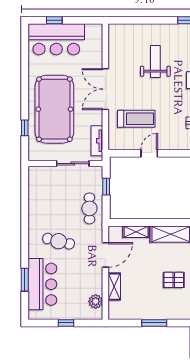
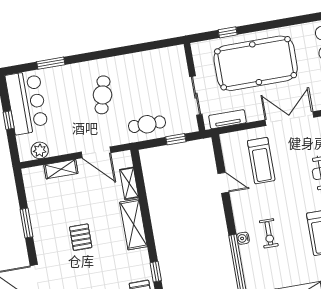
bar counter: (42, 284) -> (27, 102), moved, turned -90

